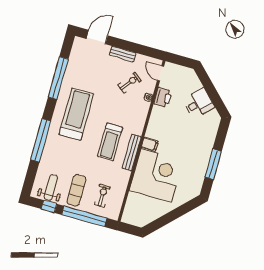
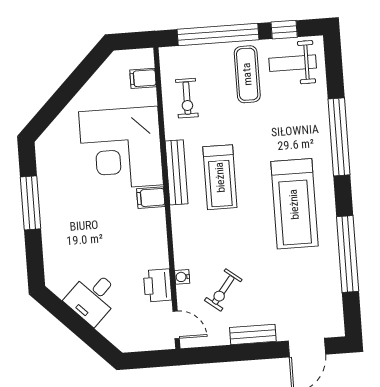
treadmill: (110, 142) -> (220, 177), turned 180
weight bench: (51, 187) -> (293, 63), turned 90
exercise bike: (102, 196) -> (187, 98), moved
filing cabinet: (131, 208) -> (143, 78), added

